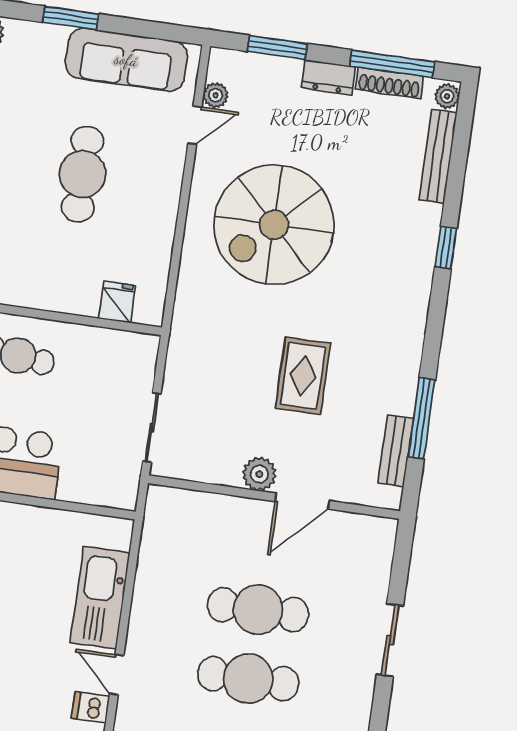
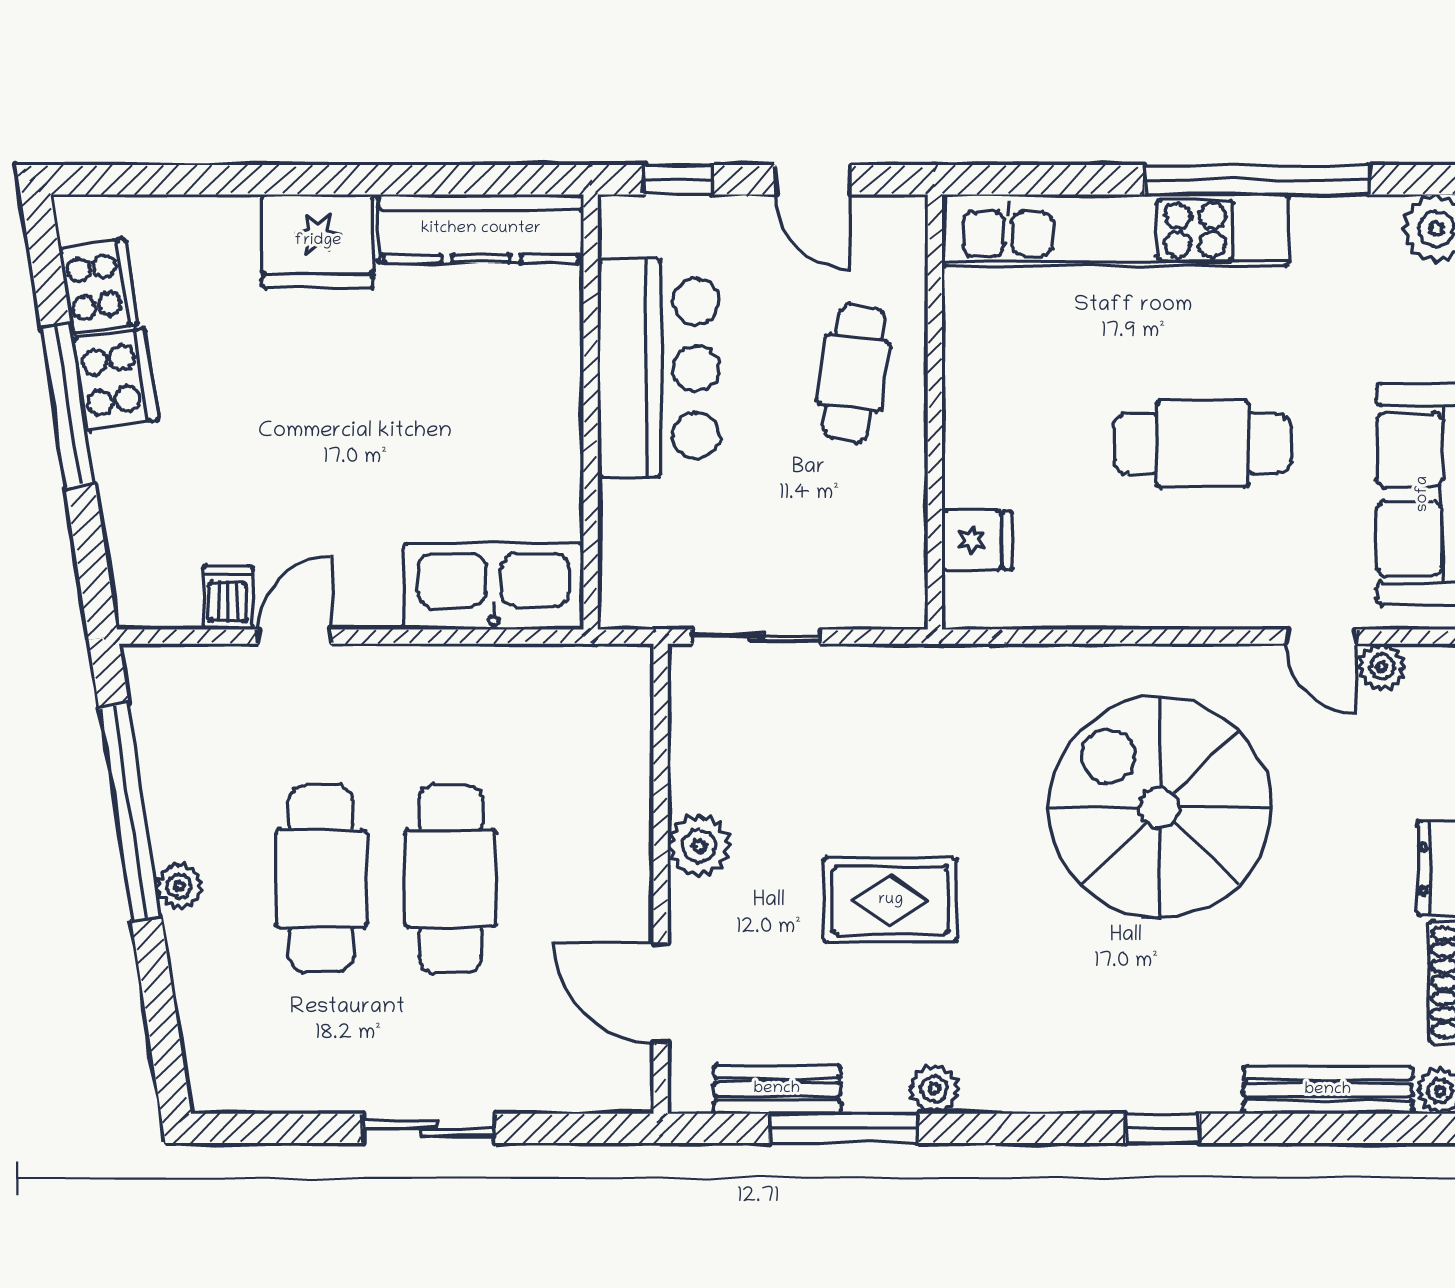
plant: (407, 367) -> (934, 1089), added
door: (302, 501) -> (661, 993), moved
kitchen sink: (100, 598) -> (493, 586), moved

